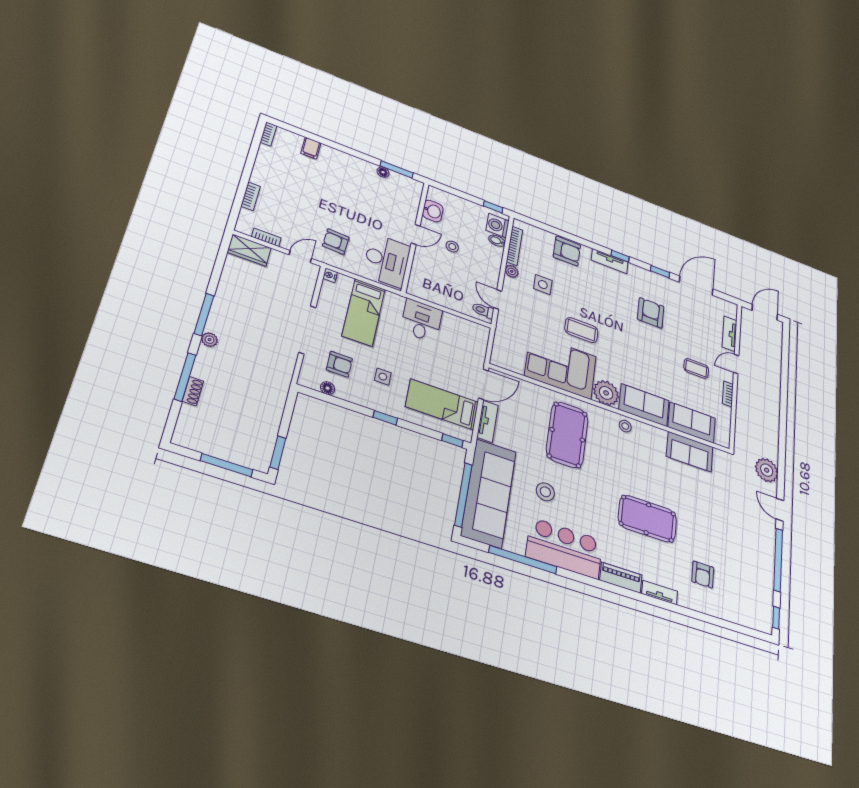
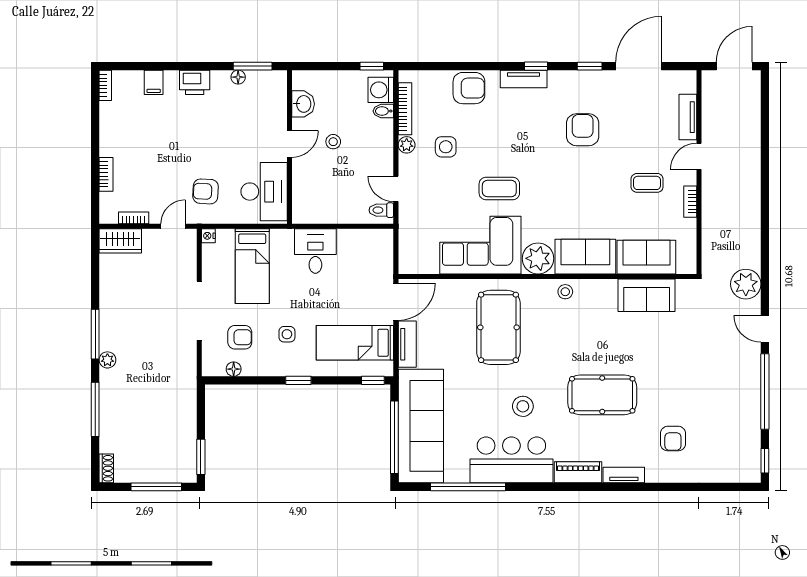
printer: (346, 162) -> (195, 82), added
shoe rack: (193, 391) -> (106, 468), moved
stool: (545, 492) -> (523, 406), moved

